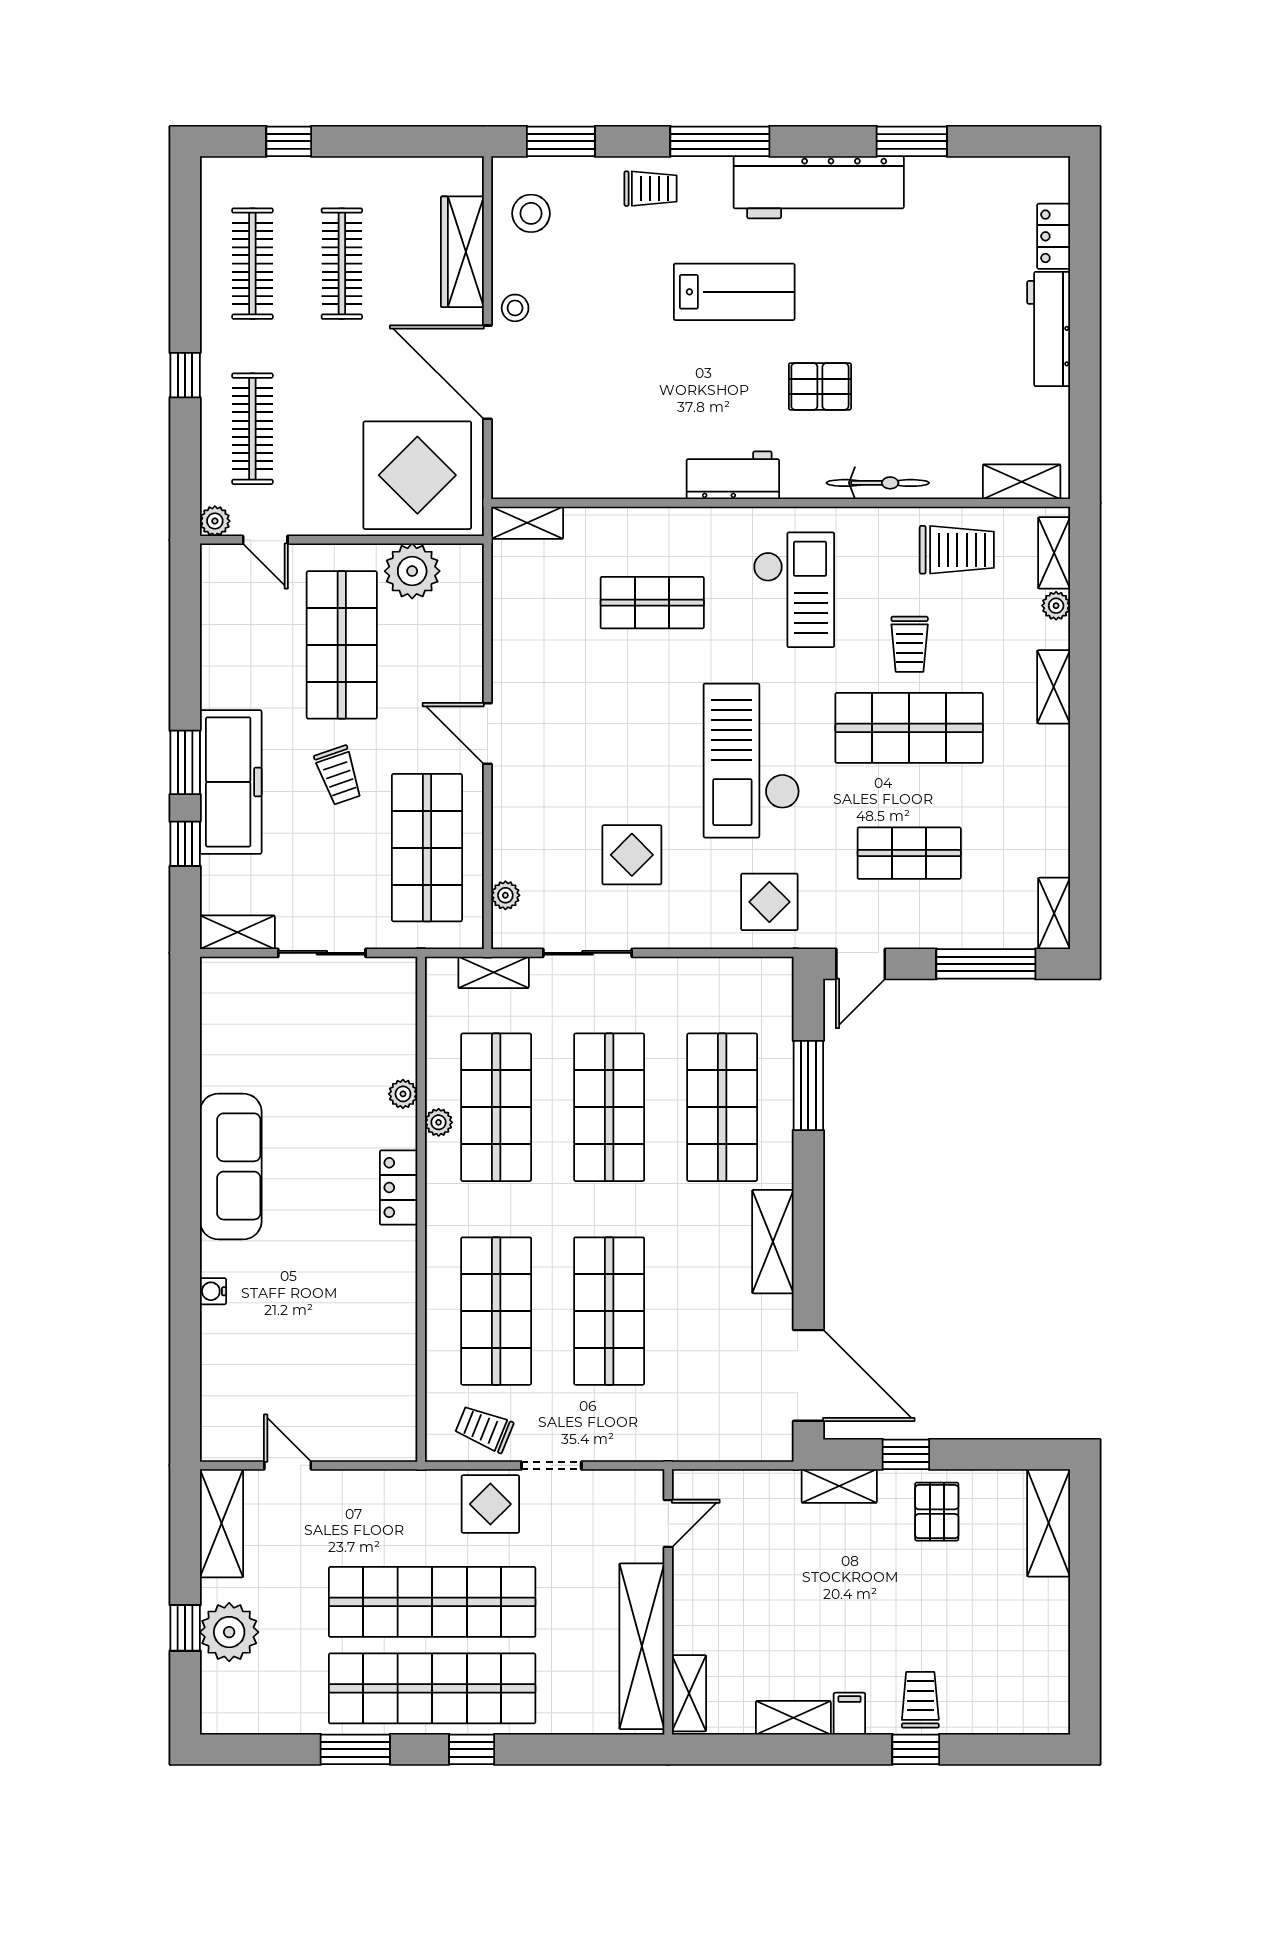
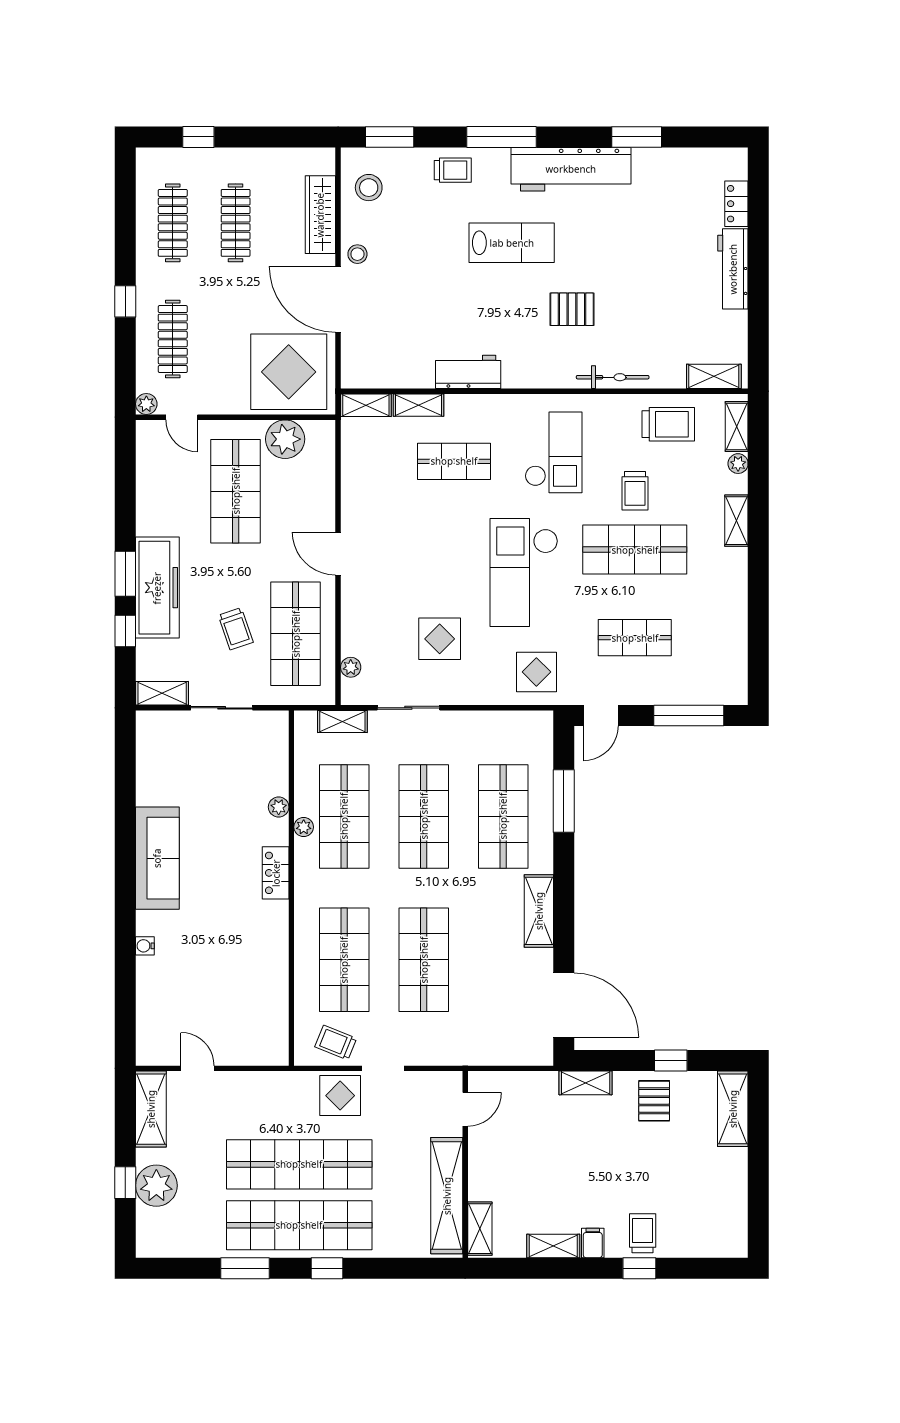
workbench: (733, 475) -> (468, 372), moved
trolley: (339, 775) -> (236, 629), moved
shelving: (1054, 913) -> (418, 405), moved, turned 90
window: (906, 1454) -> (671, 1061), moved

